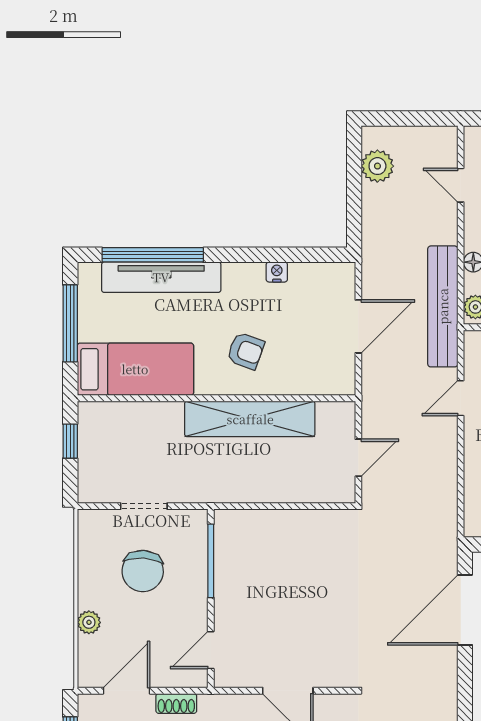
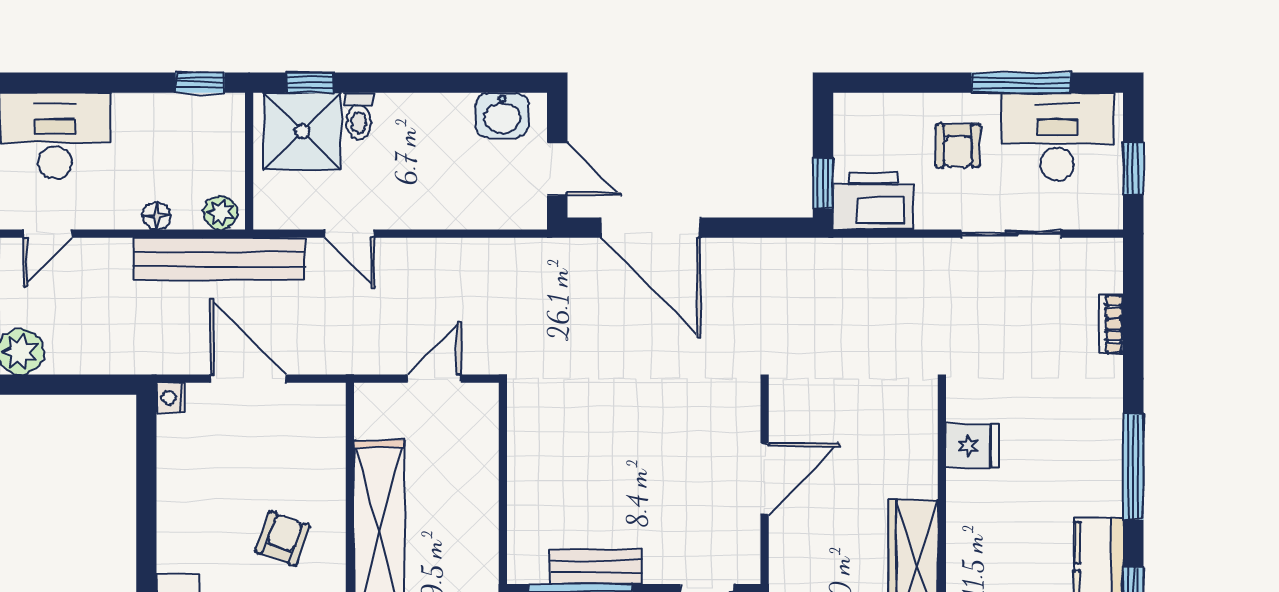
nightstand: (277, 272) -> (171, 398), moved
door: (358, 458) -> (434, 379), hinge flipped
bench: (226, 572) -> (596, 567), added

